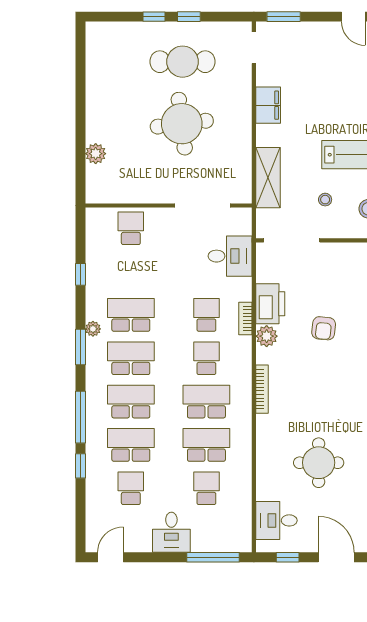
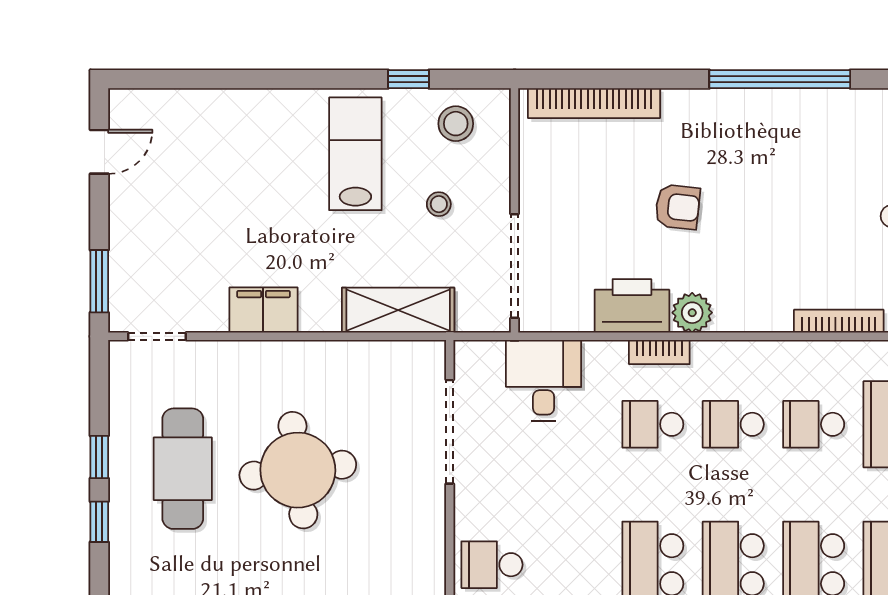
bookcase: (262, 389) -> (839, 321), moved
school desk: (206, 402) -> (814, 424), width x0.54

